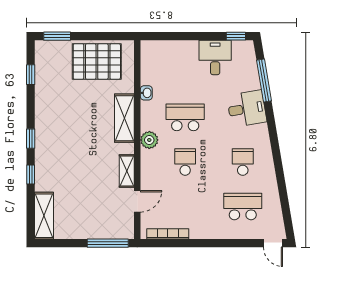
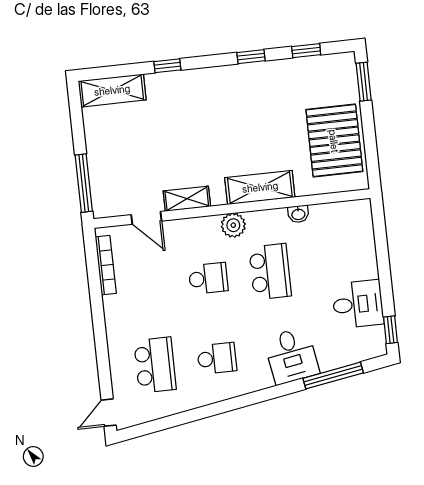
window: (31, 139) -> (251, 57), moved

